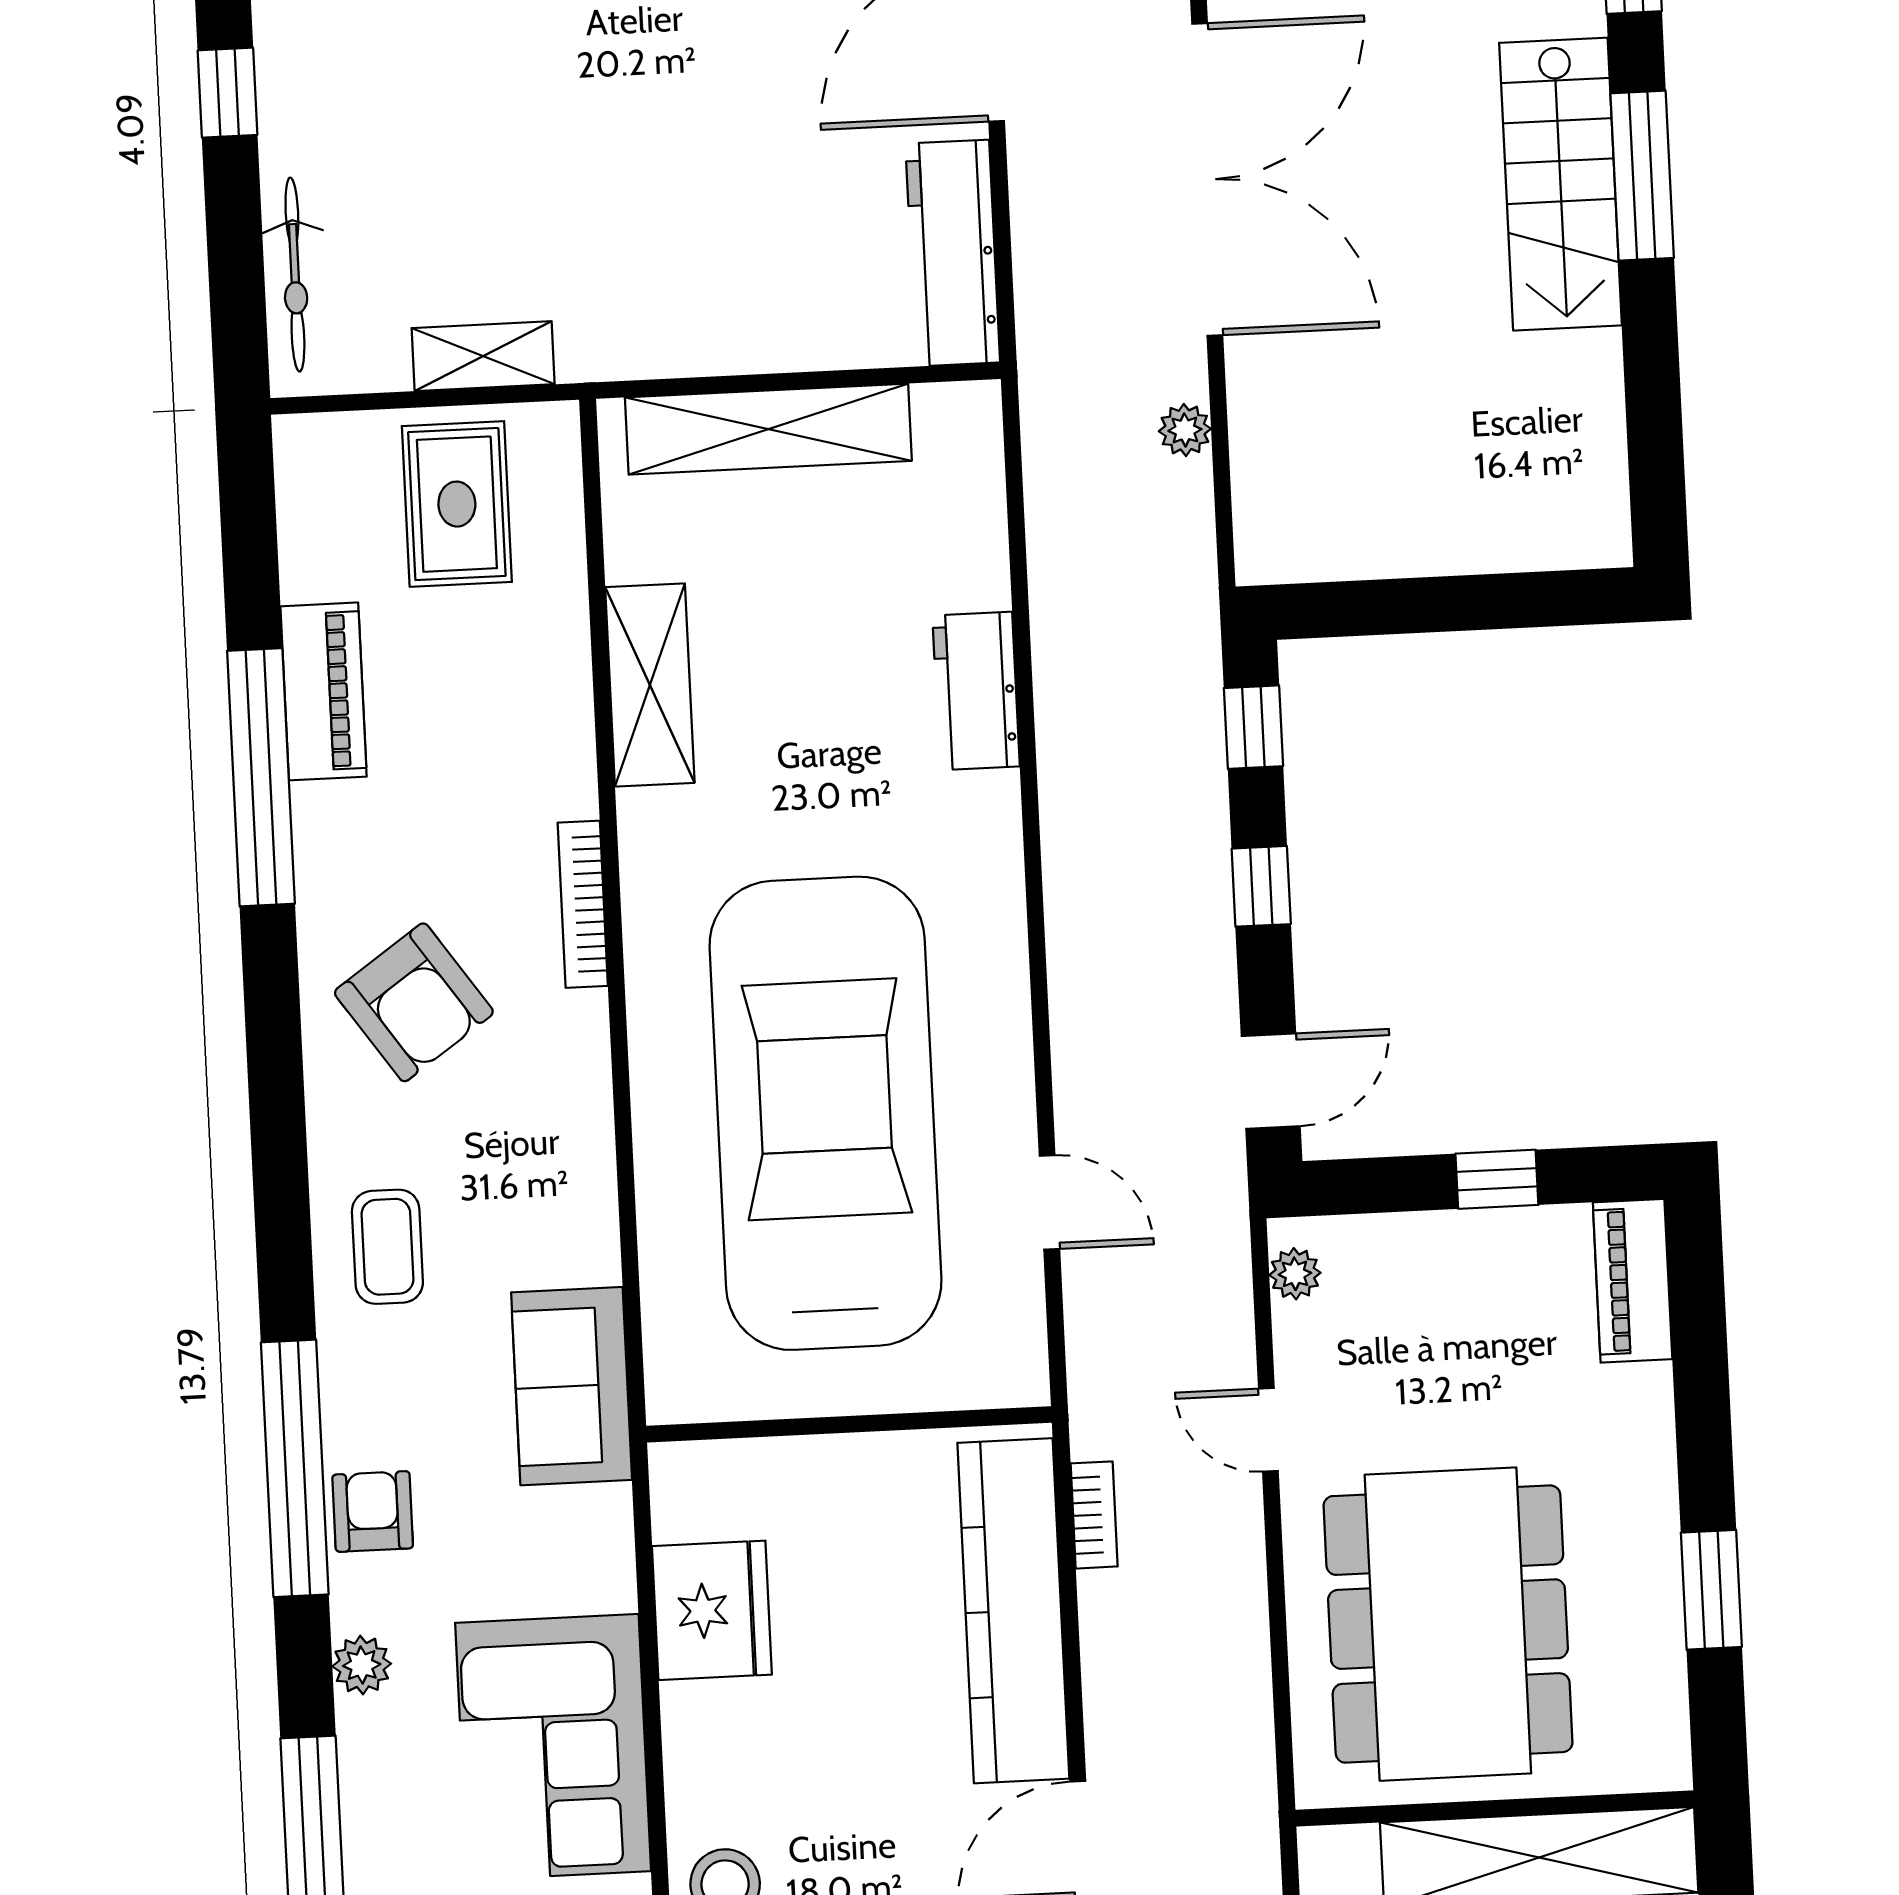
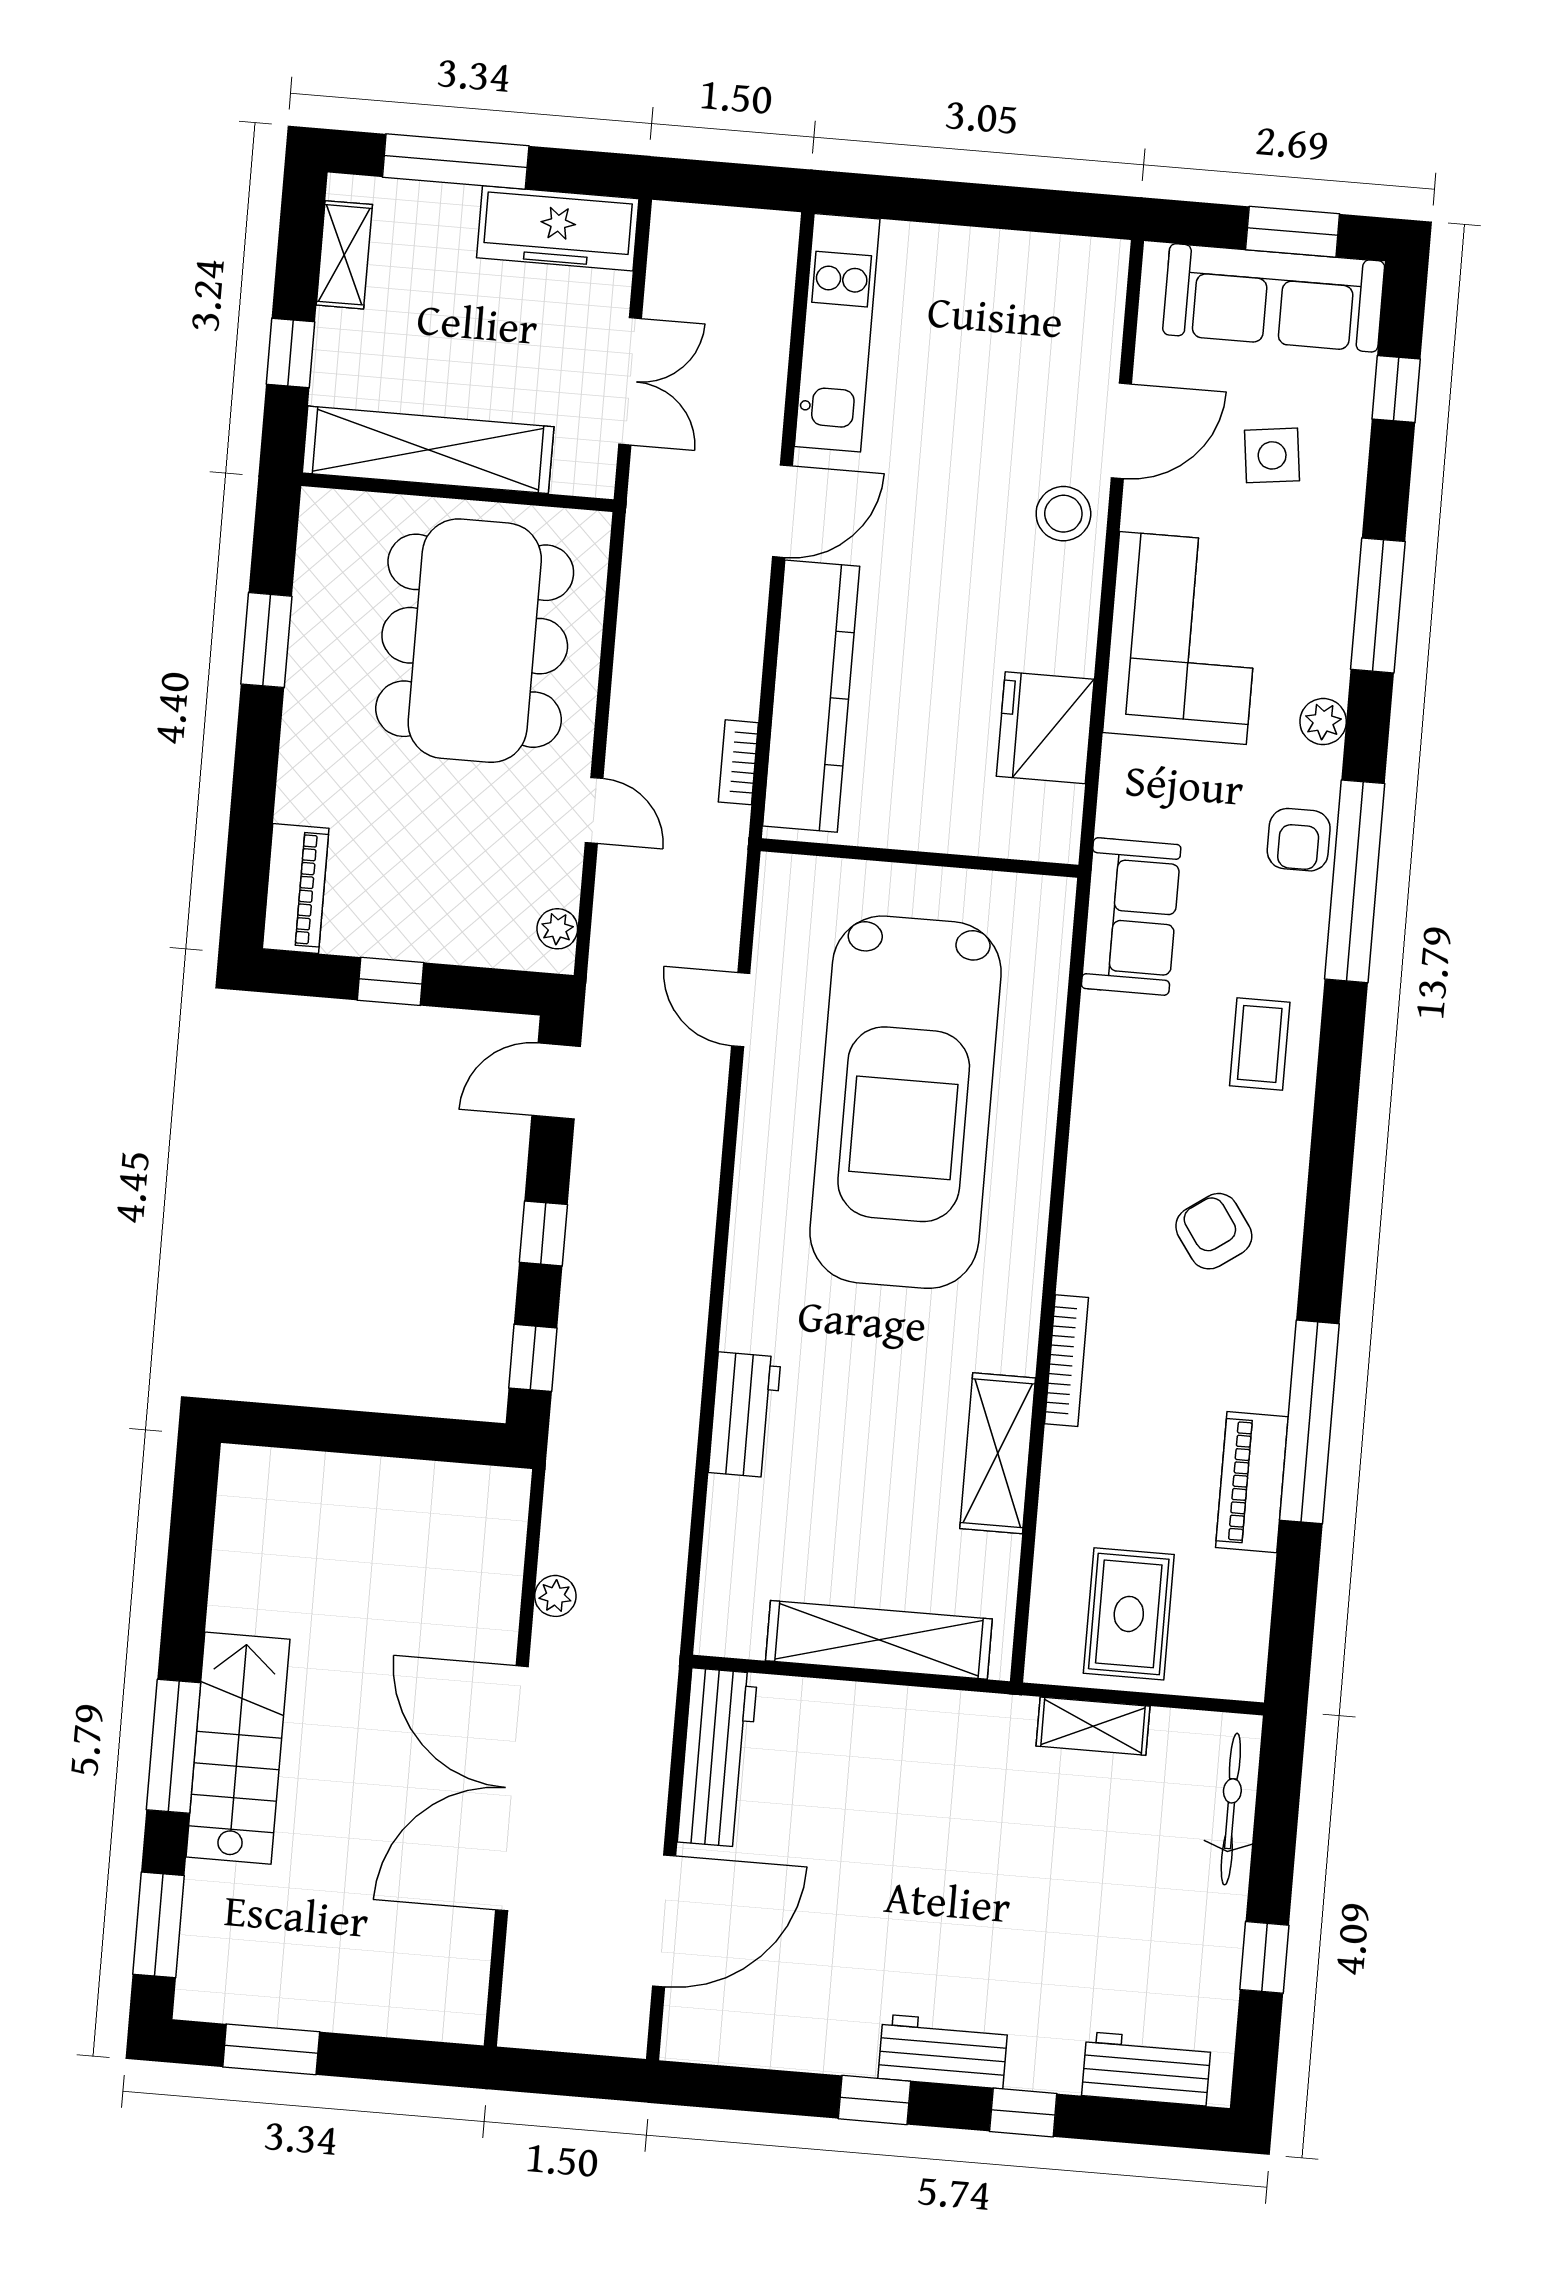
bookcase: (583, 904) -> (1067, 1361), moved
armchair: (414, 1002) -> (1214, 1231), width x0.72, depth x0.72

